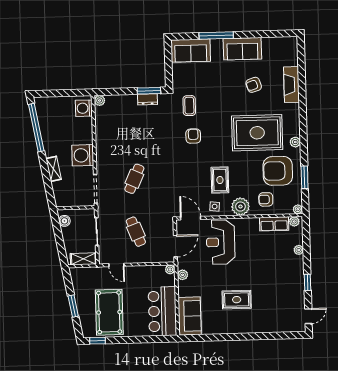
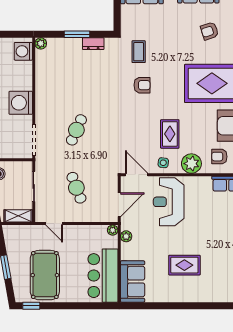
window: (149, 91) -> (77, 34), moved
armchair: (193, 136) -> (142, 85), turned 90

